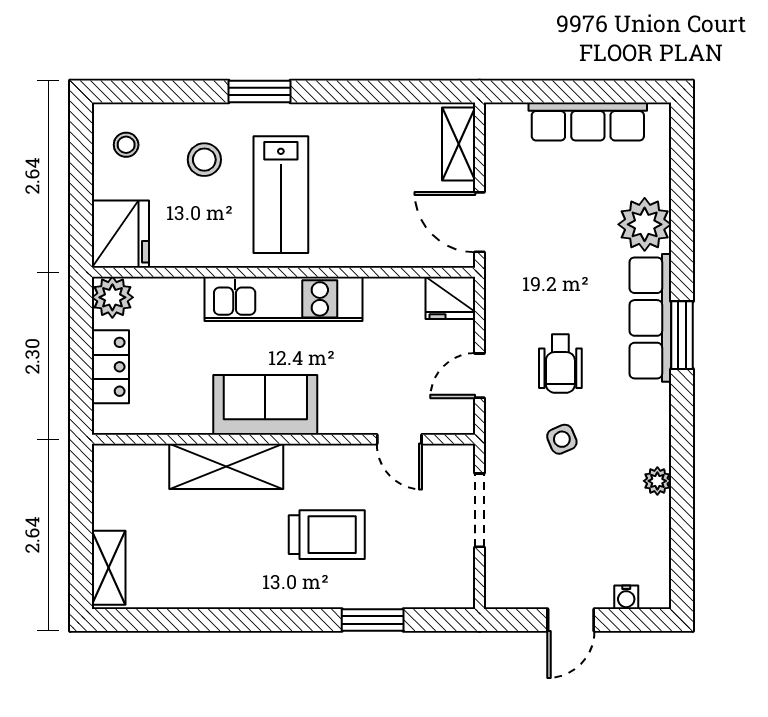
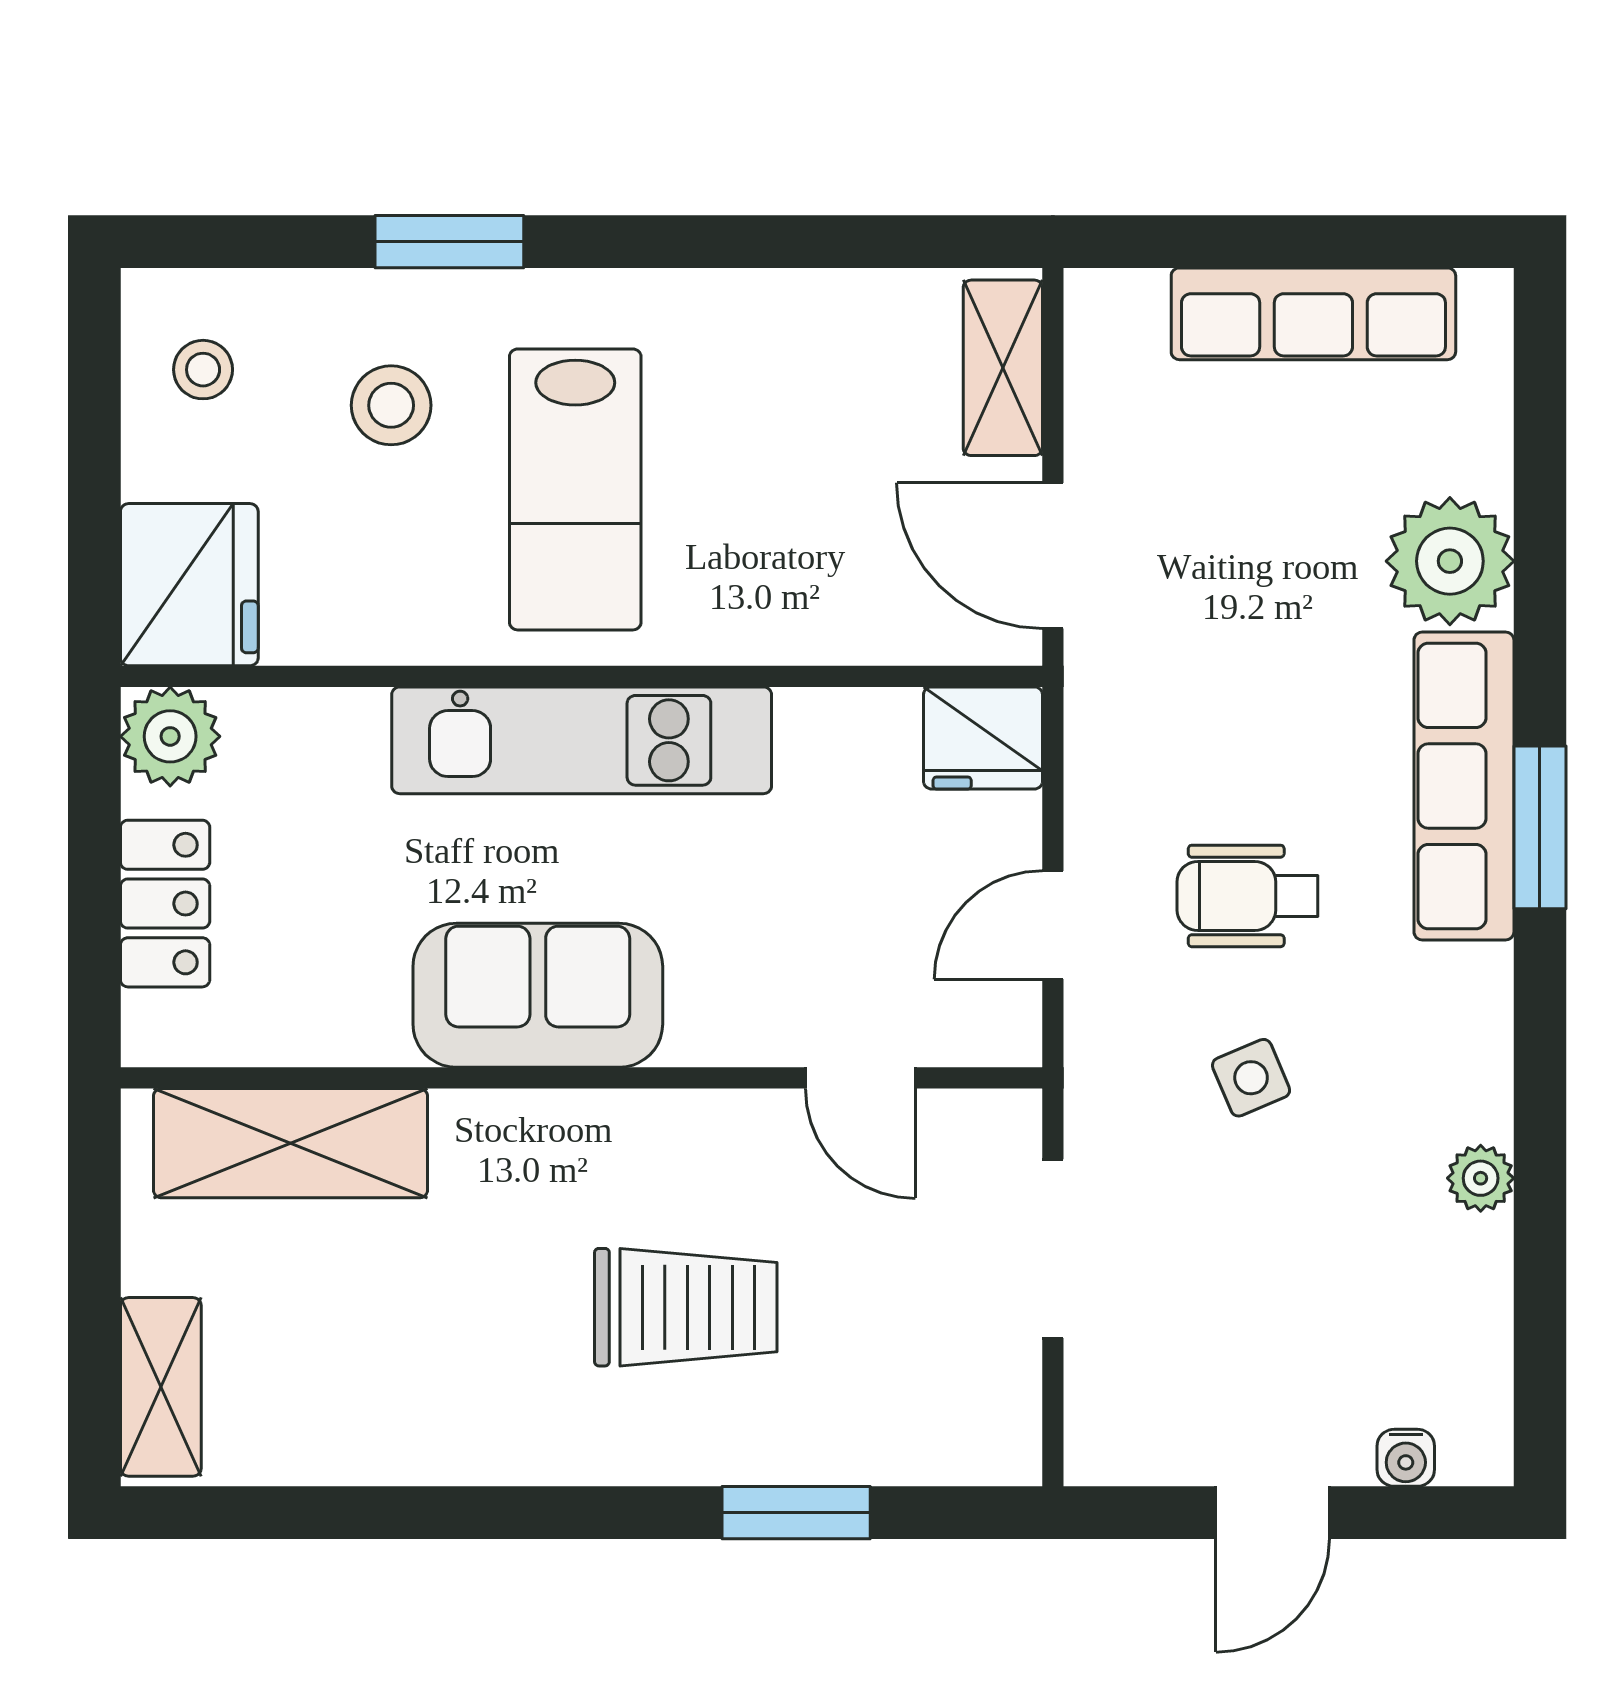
window: (259, 92) -> (449, 242), moved
wheelchair: (560, 364) -> (1247, 896), turned 90
shelving: (226, 466) -> (291, 1143), moved

